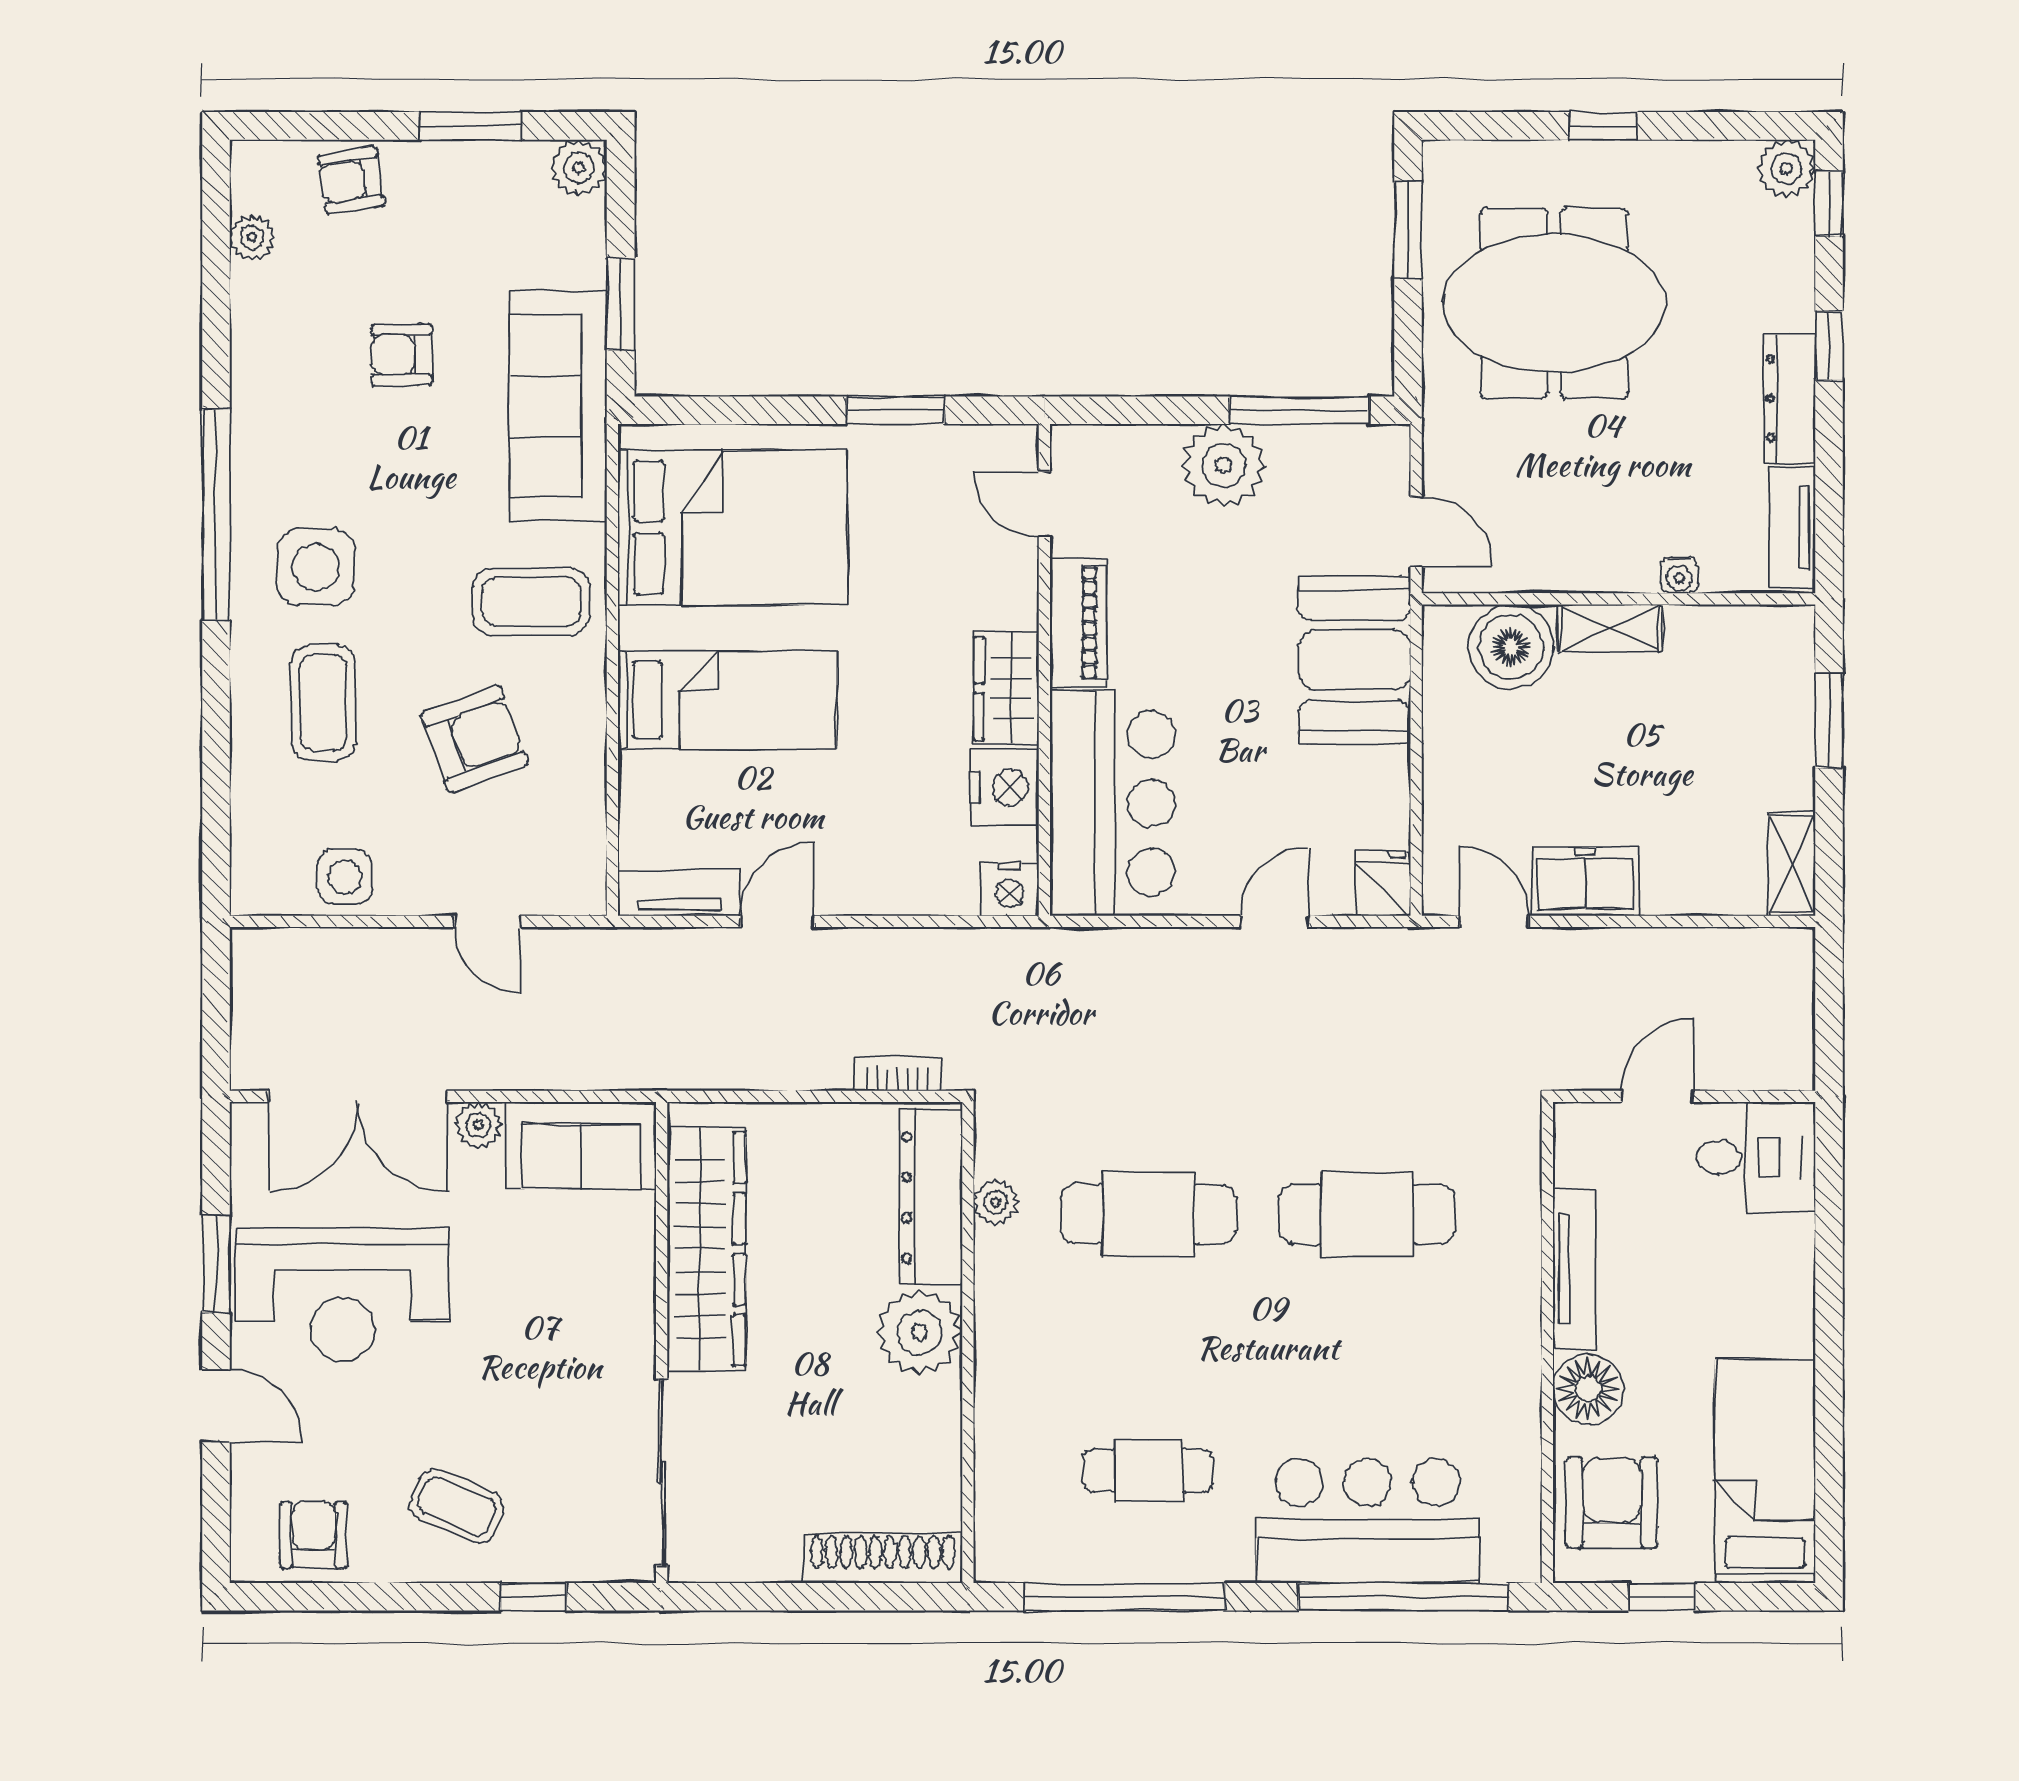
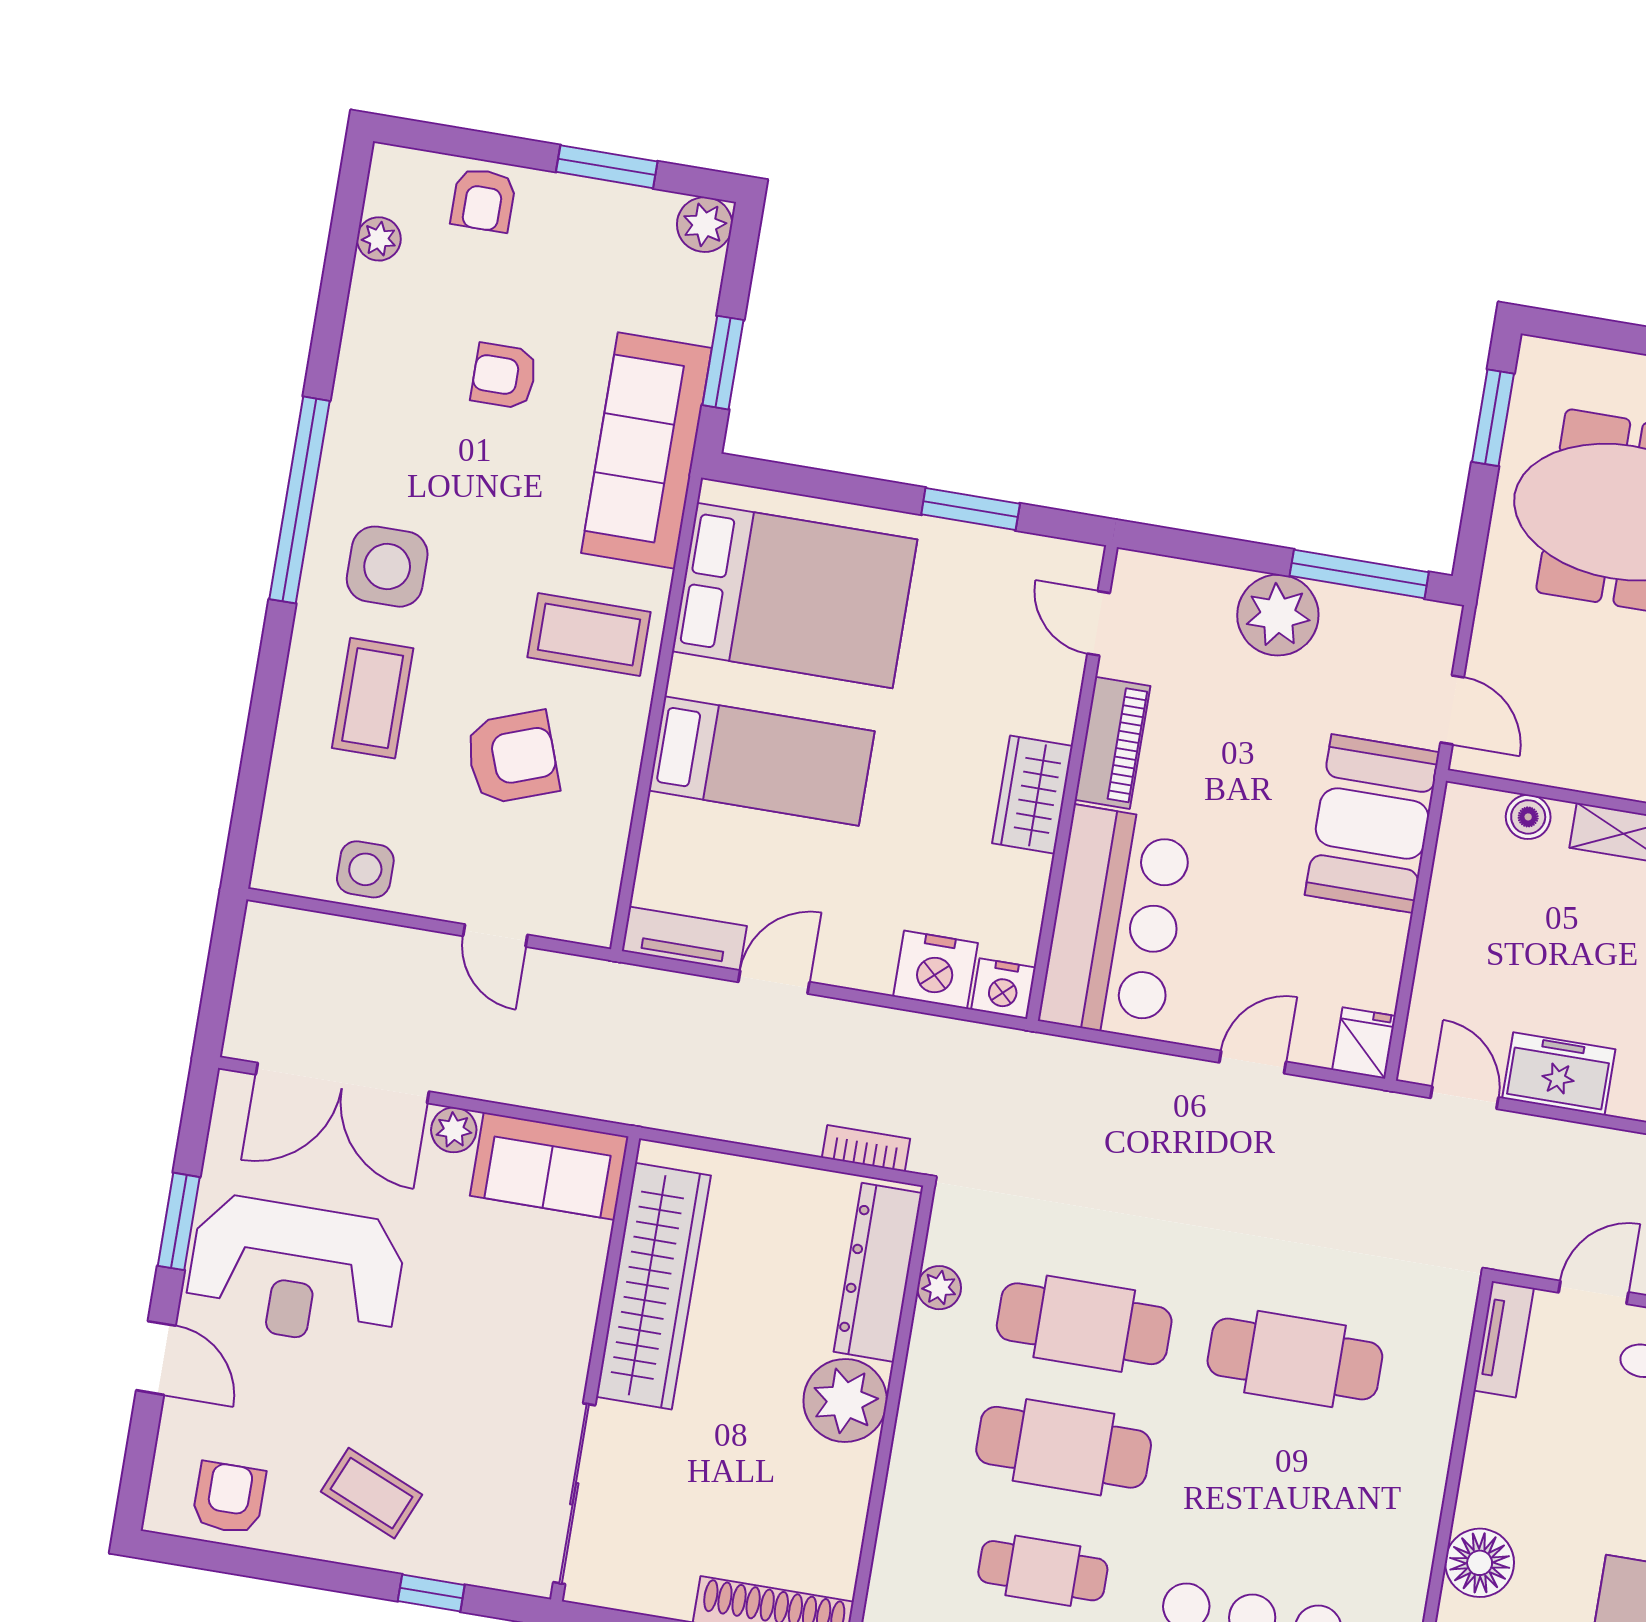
armchair: (351, 180) -> (483, 200), turned -81
boiler: (1511, 647) -> (1528, 817), width x0.54, depth x0.54
nightstand: (1005, 787) -> (936, 970), moved, turned 90
tv unit: (1575, 1269) -> (1504, 1339), moved, width x0.71
cafe table: (1148, 1342) -> (1064, 1447), added

